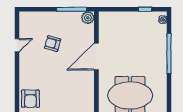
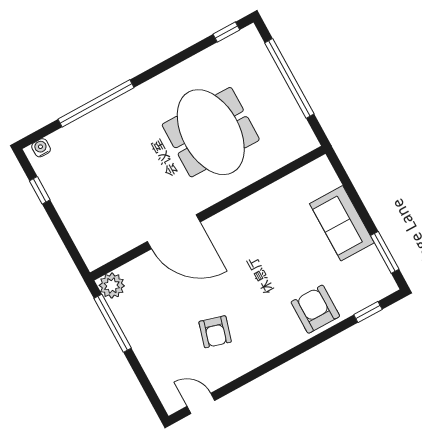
armchair: (53, 44) -> (215, 332), moved
door: (17, 45) -> (201, 403), moved
armchair: (30, 99) -> (315, 309), turned -90

